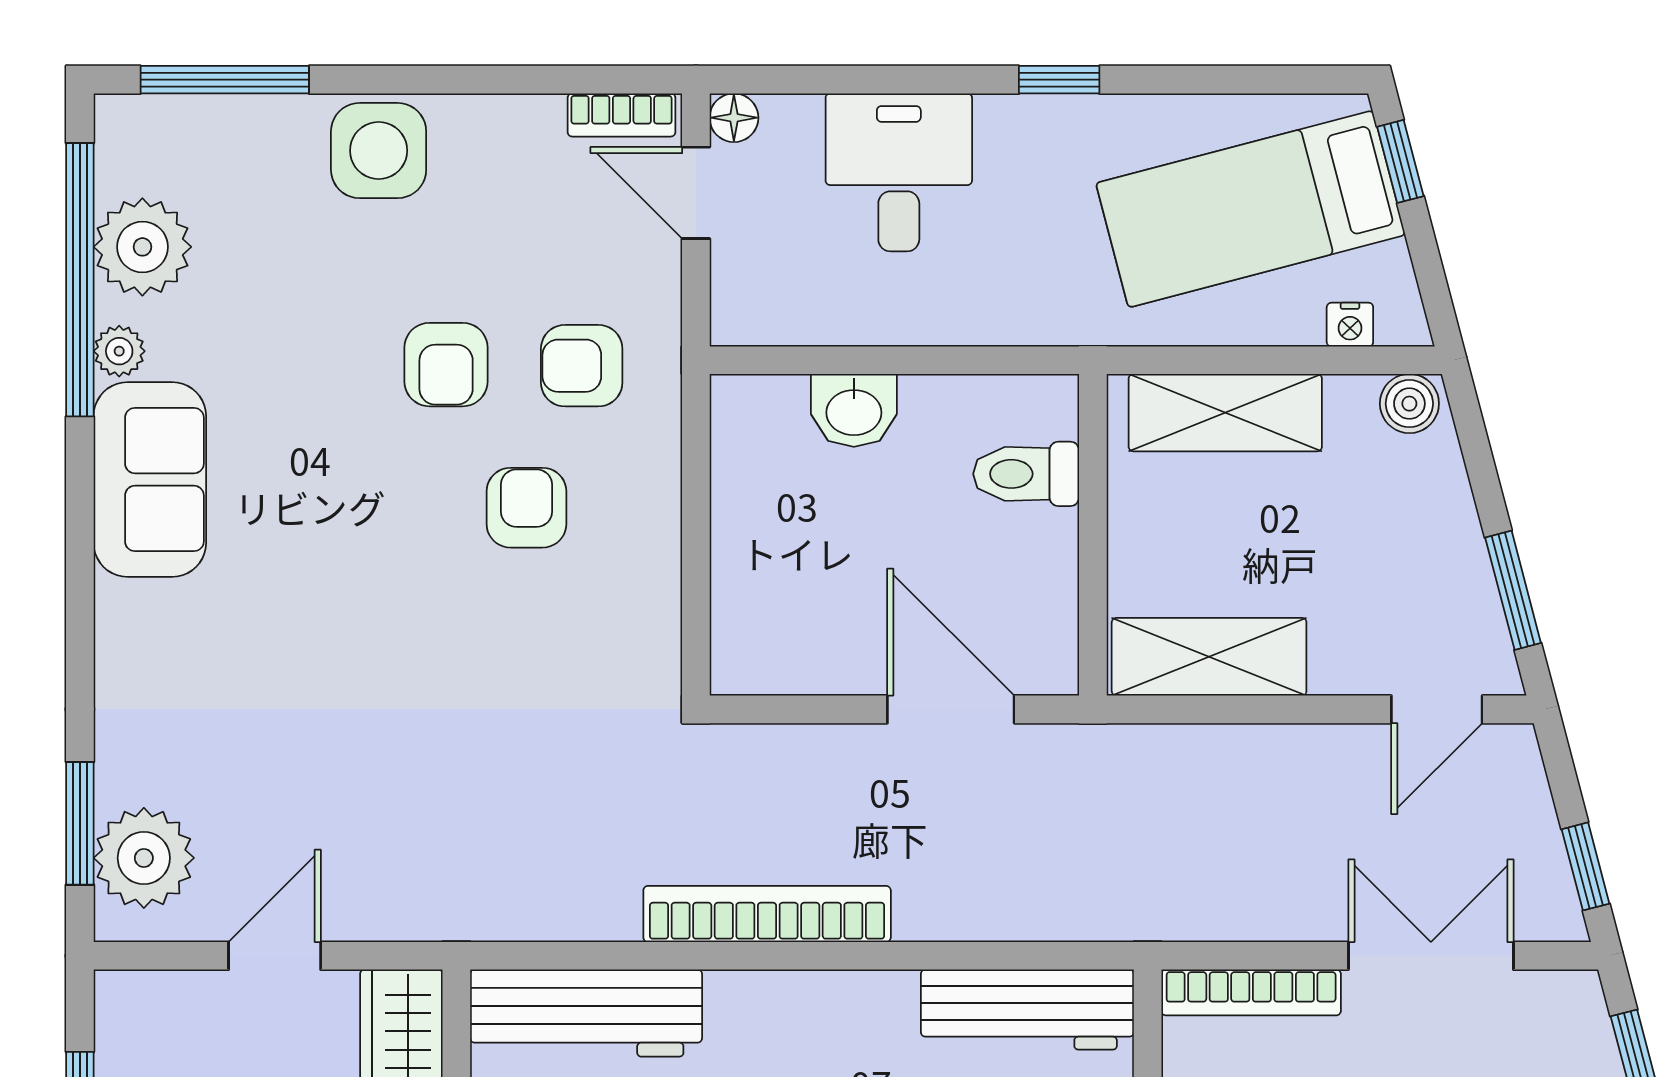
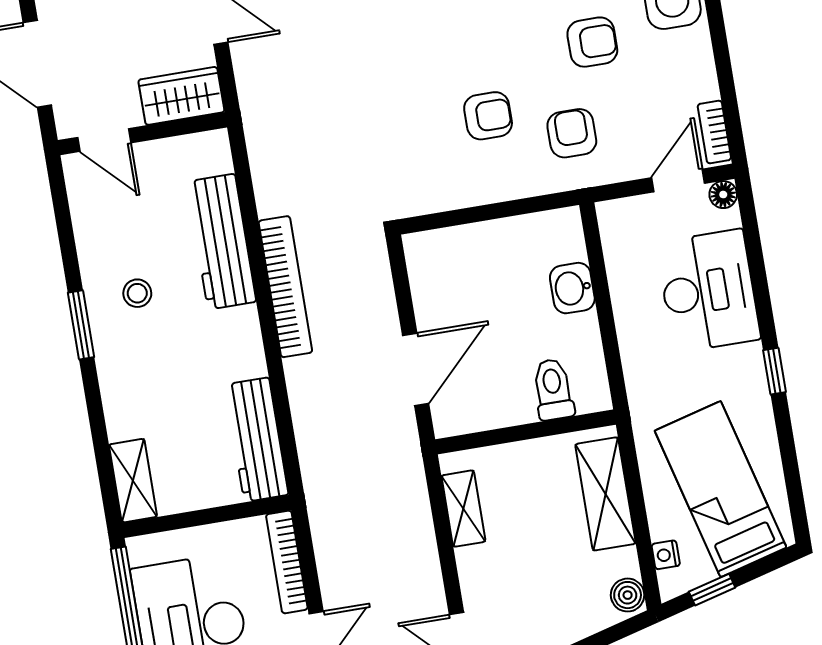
window: (1400, 161) -> (712, 590), moved
desk: (899, 172) -> (708, 291), width x1.37
armchair: (446, 365) -> (592, 42), moved, turned 180
shelving: (1209, 657) -> (463, 509), width x0.67, depth x0.75
workbench: (586, 1013) -> (221, 242), moved

